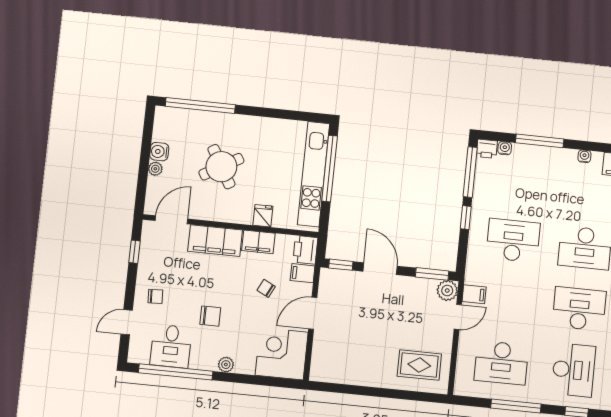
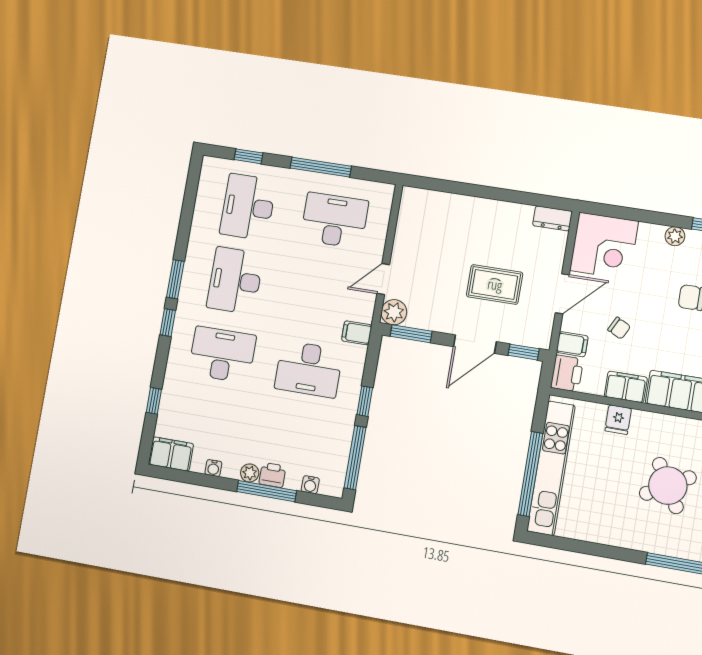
printer: (487, 149) -> (272, 475), moved
plant: (555, 154) -> (250, 473), added
door: (380, 269) -> (475, 344), hinge flipped
filing cabinet: (474, 294) -> (357, 333), moved
desk: (579, 309) -> (235, 281), turned 90
rug: (419, 365) -> (495, 284), moved
dresser: (324, 374) -> (552, 218), added

